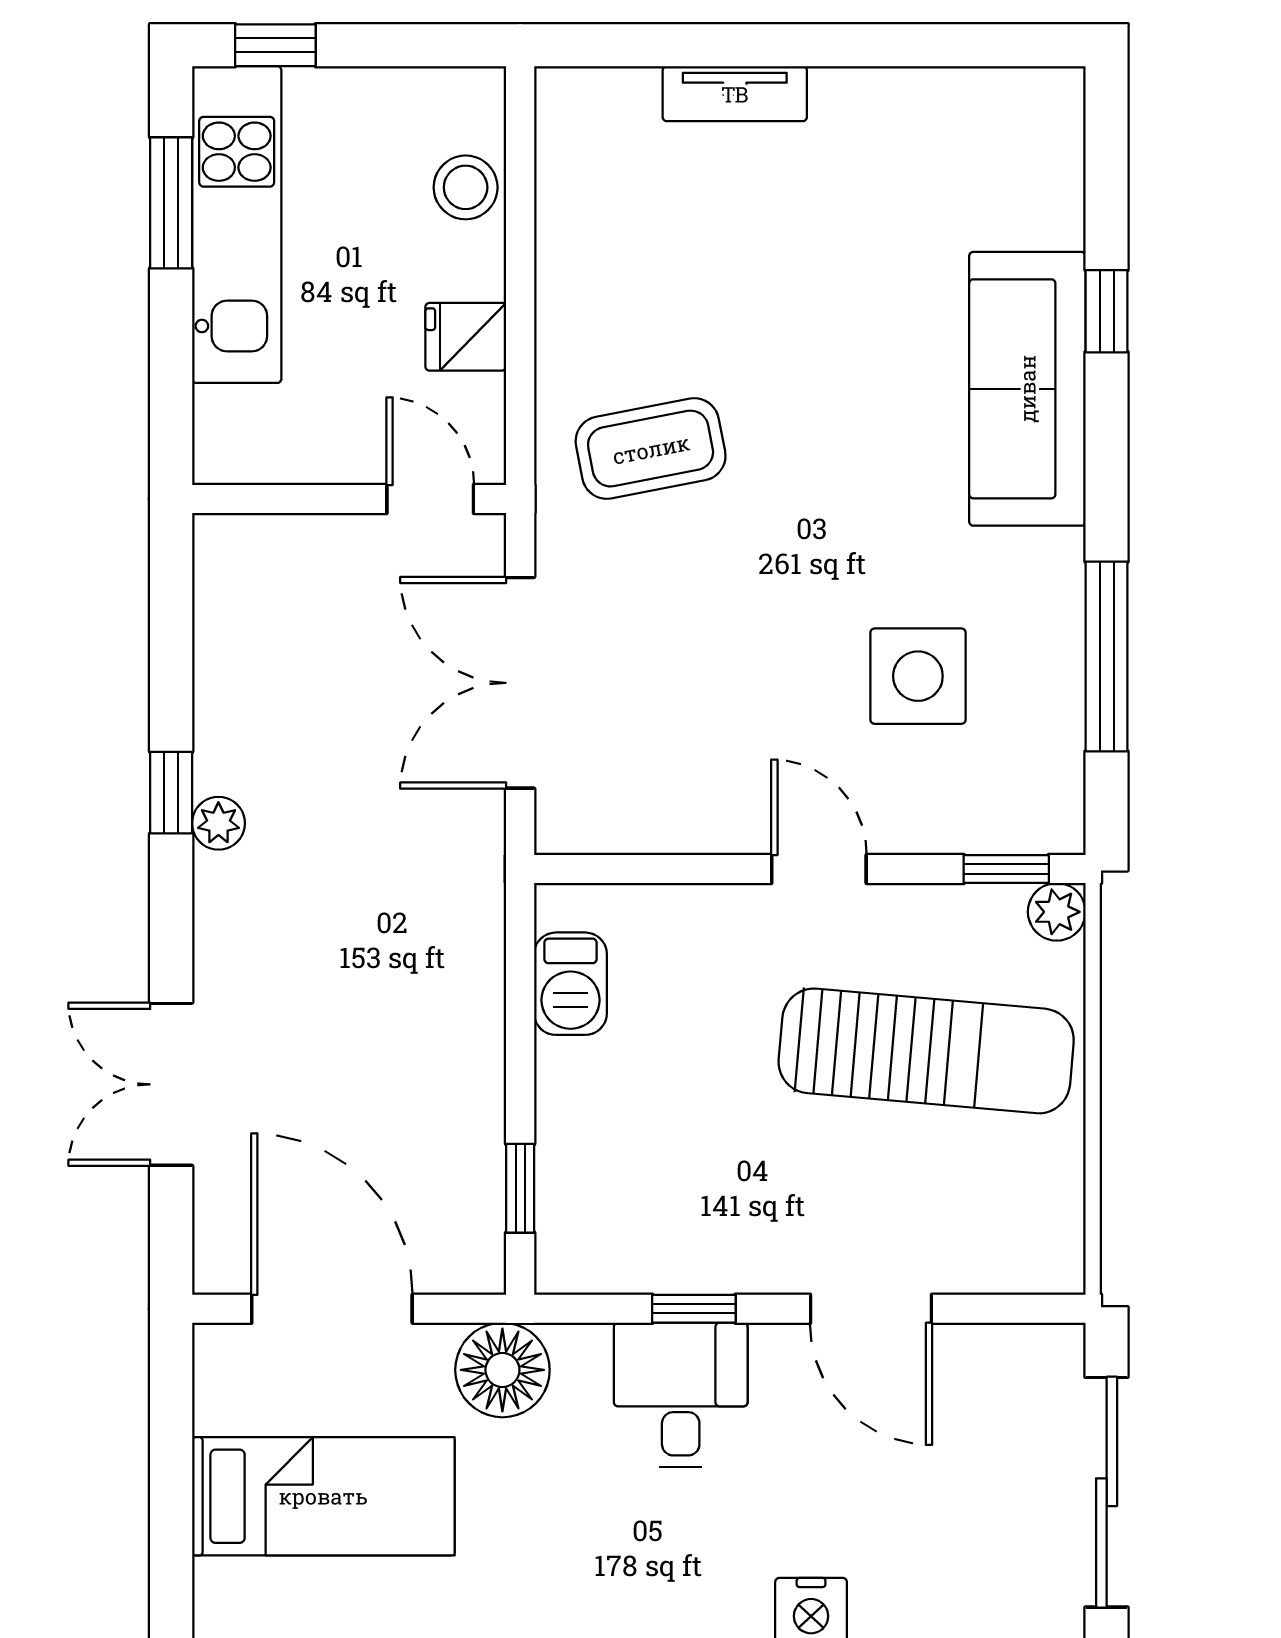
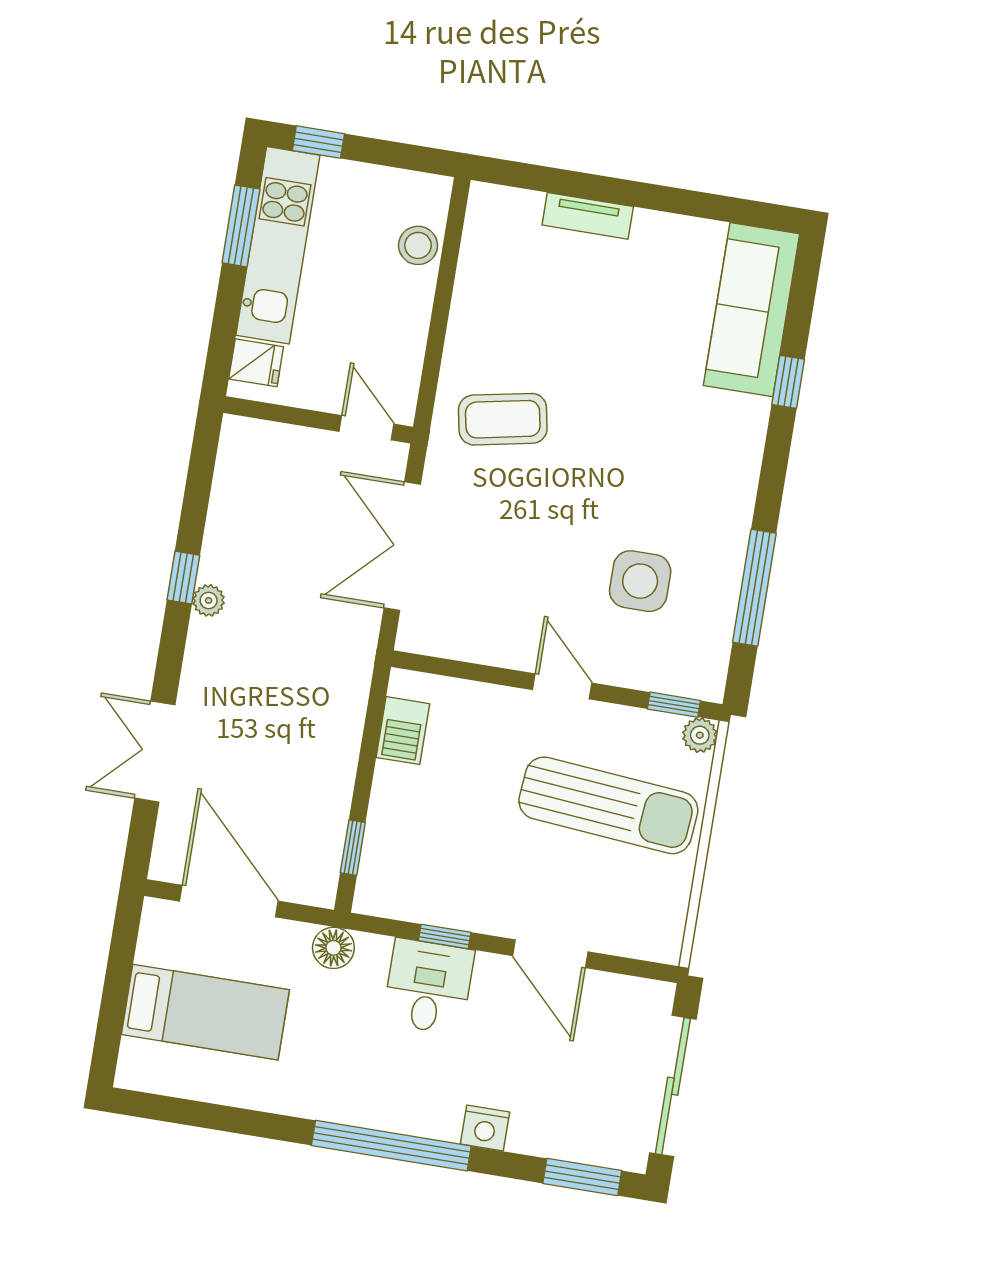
fridge: (466, 337) -> (256, 363), moved, turned 180
sofa: (1027, 389) -> (752, 310), moved
floor lamp: (502, 1370) -> (333, 948), width x0.73, depth x0.73

